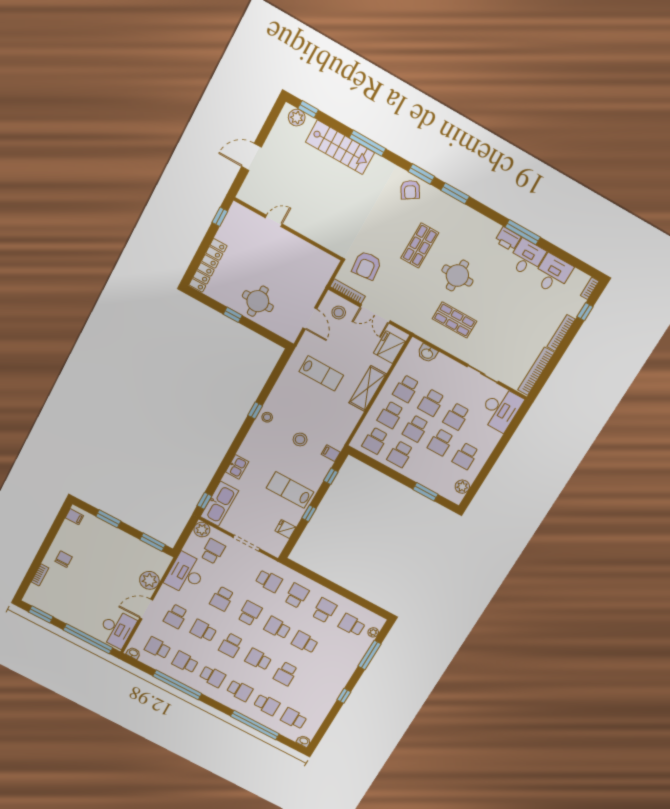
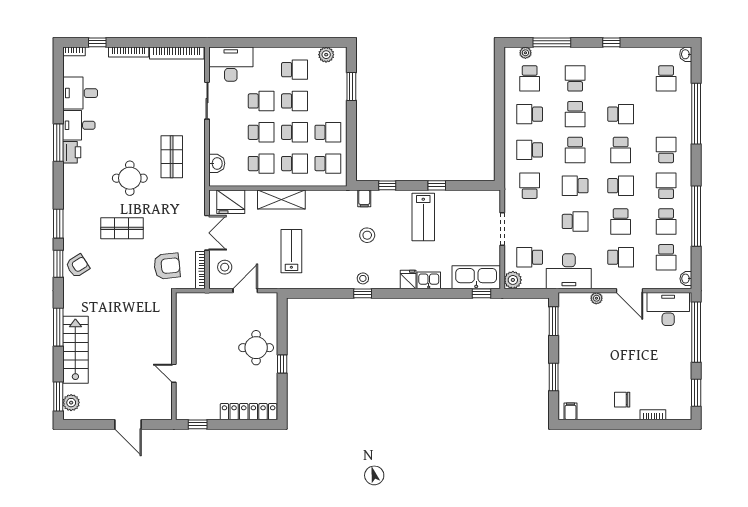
window: (308, 109) -> (58, 396), width x1.50
fridge: (285, 529) -> (408, 280), moved, turned 180
plant: (149, 580) -> (596, 298), width x0.53, depth x0.53
school desk: (267, 705) -> (575, 78), moved

